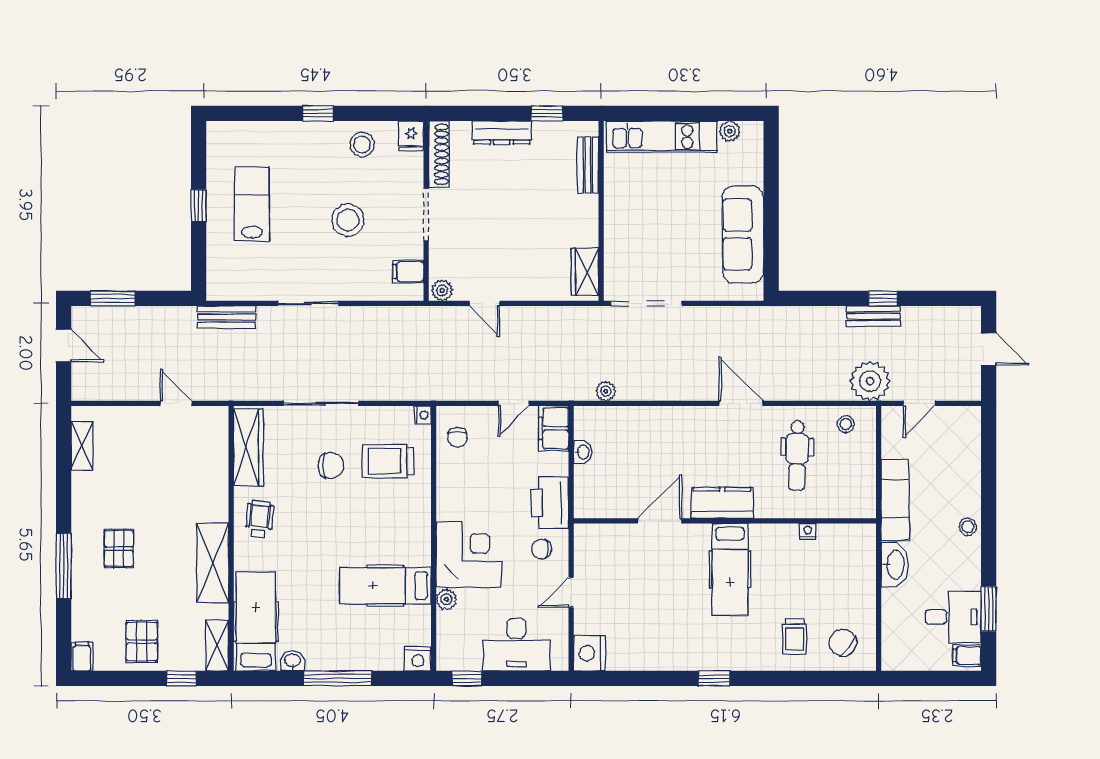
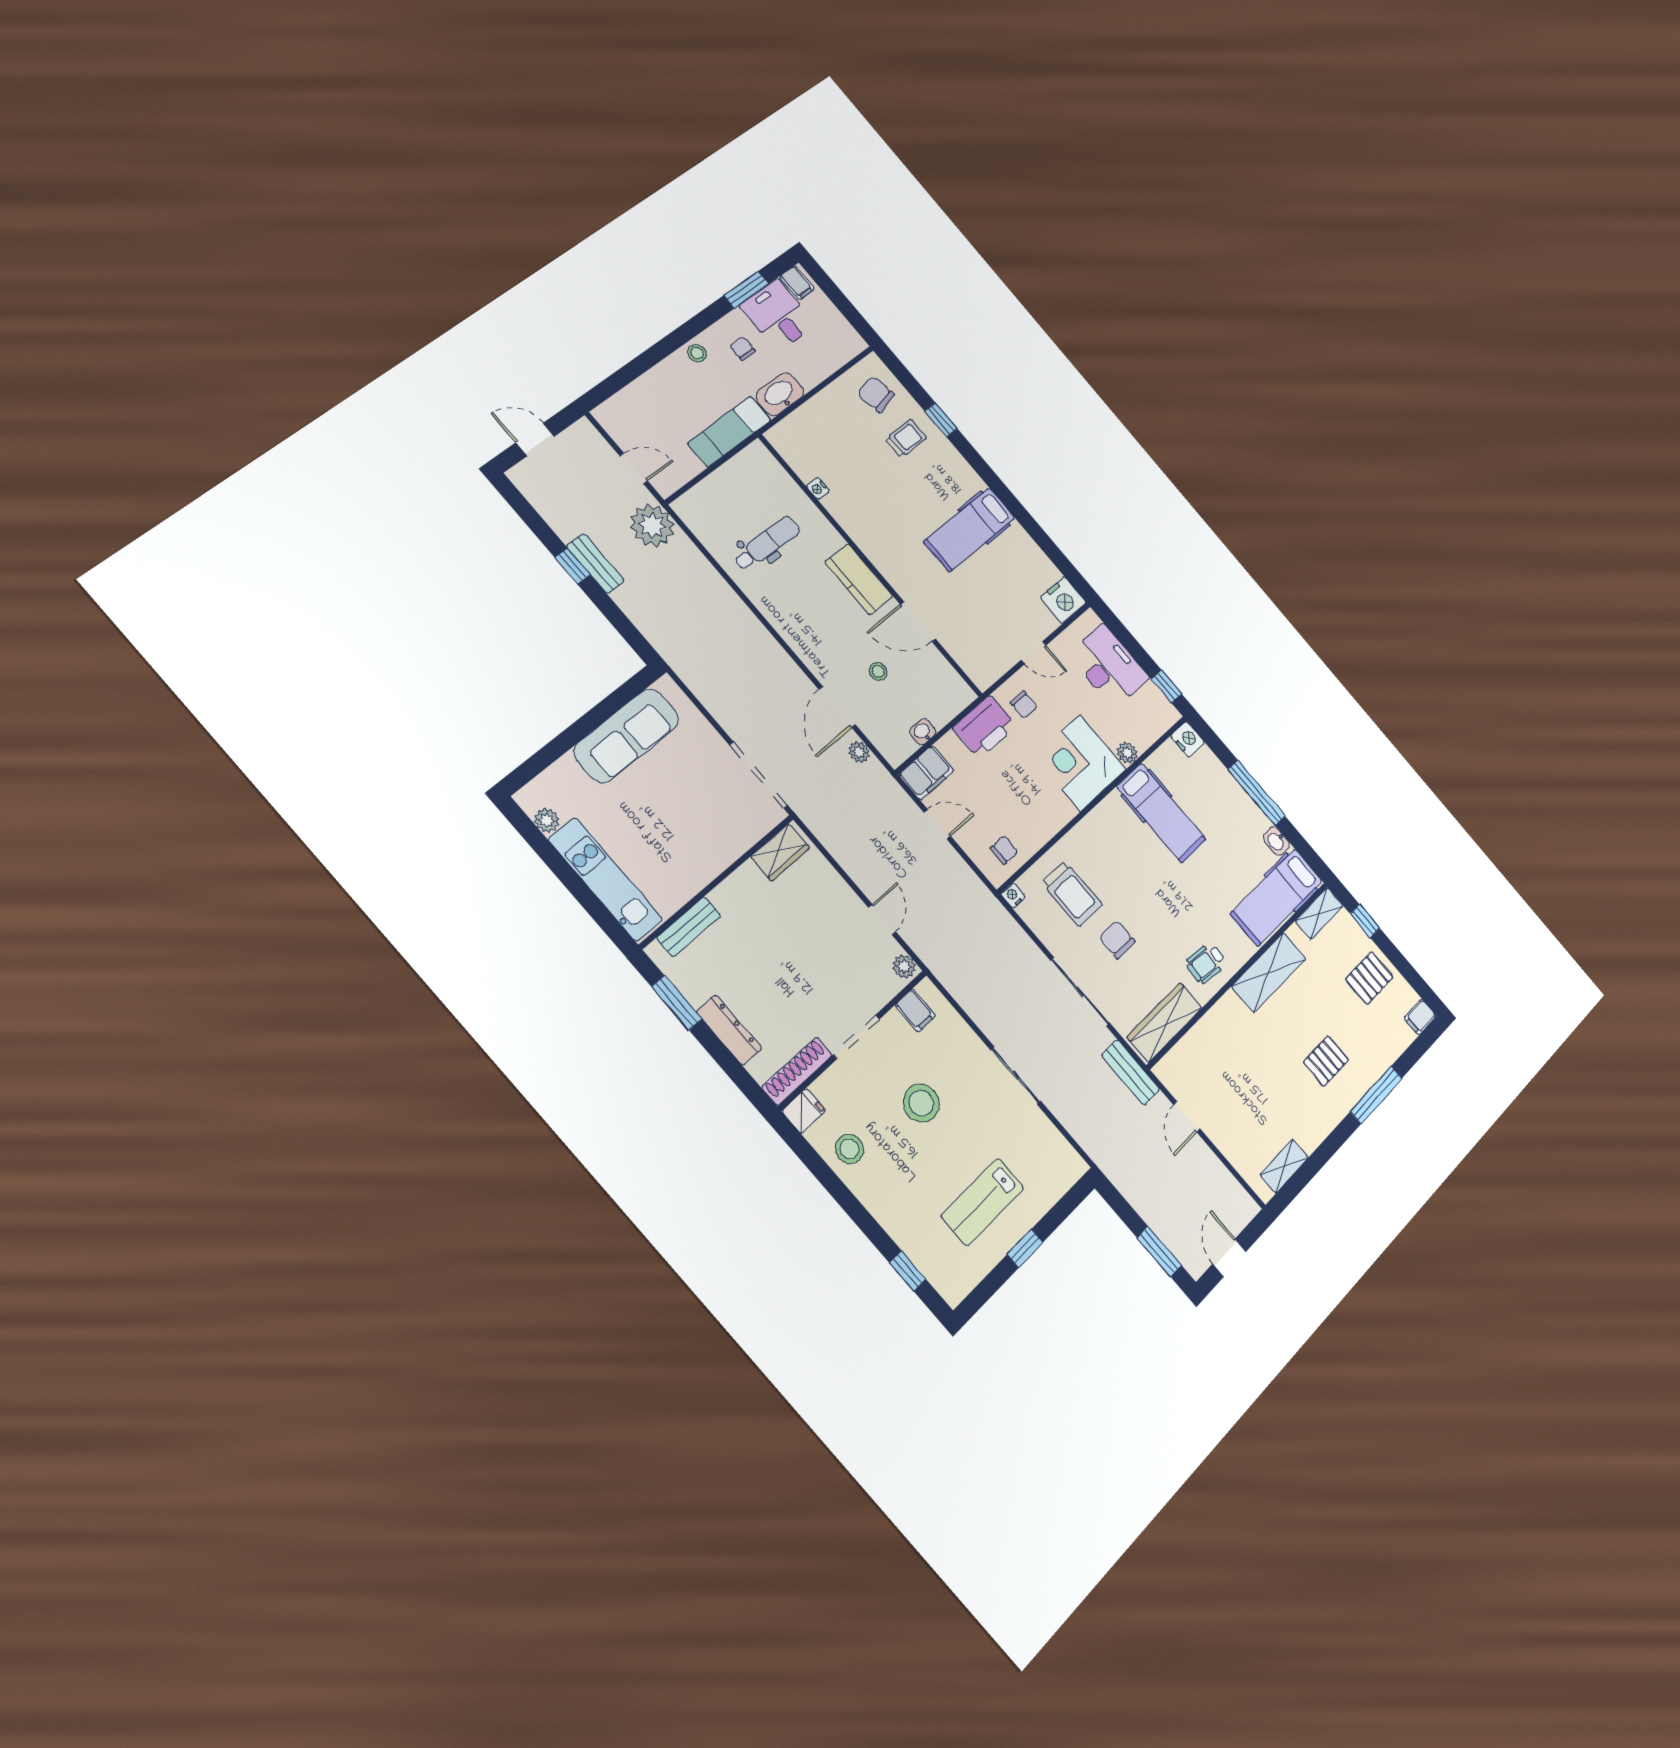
window: (318, 113) -> (908, 1271), moved
window: (547, 113) -> (677, 1003), width x1.50
bench: (226, 317) -> (1131, 1072), moved
door: (989, 349) -> (535, 439), hinge flipped
door: (741, 403) -> (837, 707), moved
stool: (846, 424) -> (878, 671), moved
chair: (948, 566) -> (743, 348), added
hospital bed: (730, 569) -> (969, 530), moved, turned 180
chair: (843, 643) -> (876, 394), turned 130
window: (714, 678) -> (941, 420), moved

